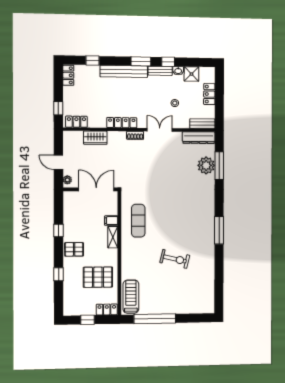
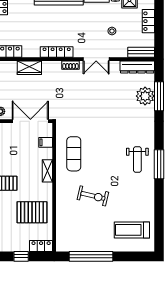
double door: (160, 130) -> (96, 59), swing flipped
filing cabinet: (111, 221) -> (46, 142), moved
weight bench: (199, 226) -> (137, 159), added
exercise bike: (175, 259) -> (93, 196), moved
treadmill: (131, 297) -> (132, 230), moved, turned -90

